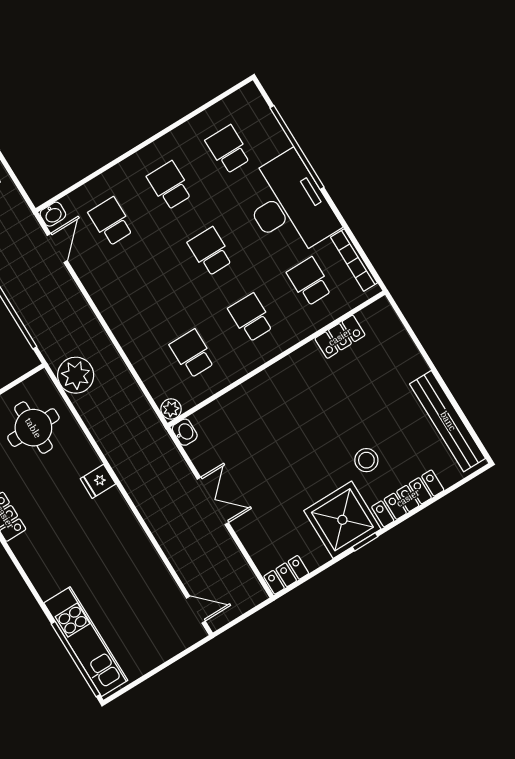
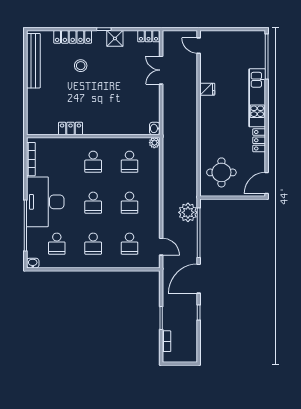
washbasin: (53, 214) -> (33, 263), moved
door: (57, 248) -> (161, 247), swing flipped
school desk: (310, 282) -> (130, 203), moved
locker: (340, 337) -> (71, 128), moved
plant: (76, 375) -> (188, 212), moved
fridge: (98, 481) -> (207, 89), moved
double door: (213, 501) -> (161, 70), moved
shower: (342, 520) -> (115, 38), width x0.54, depth x0.54
kitchen unit: (86, 642) -> (257, 98), moved

